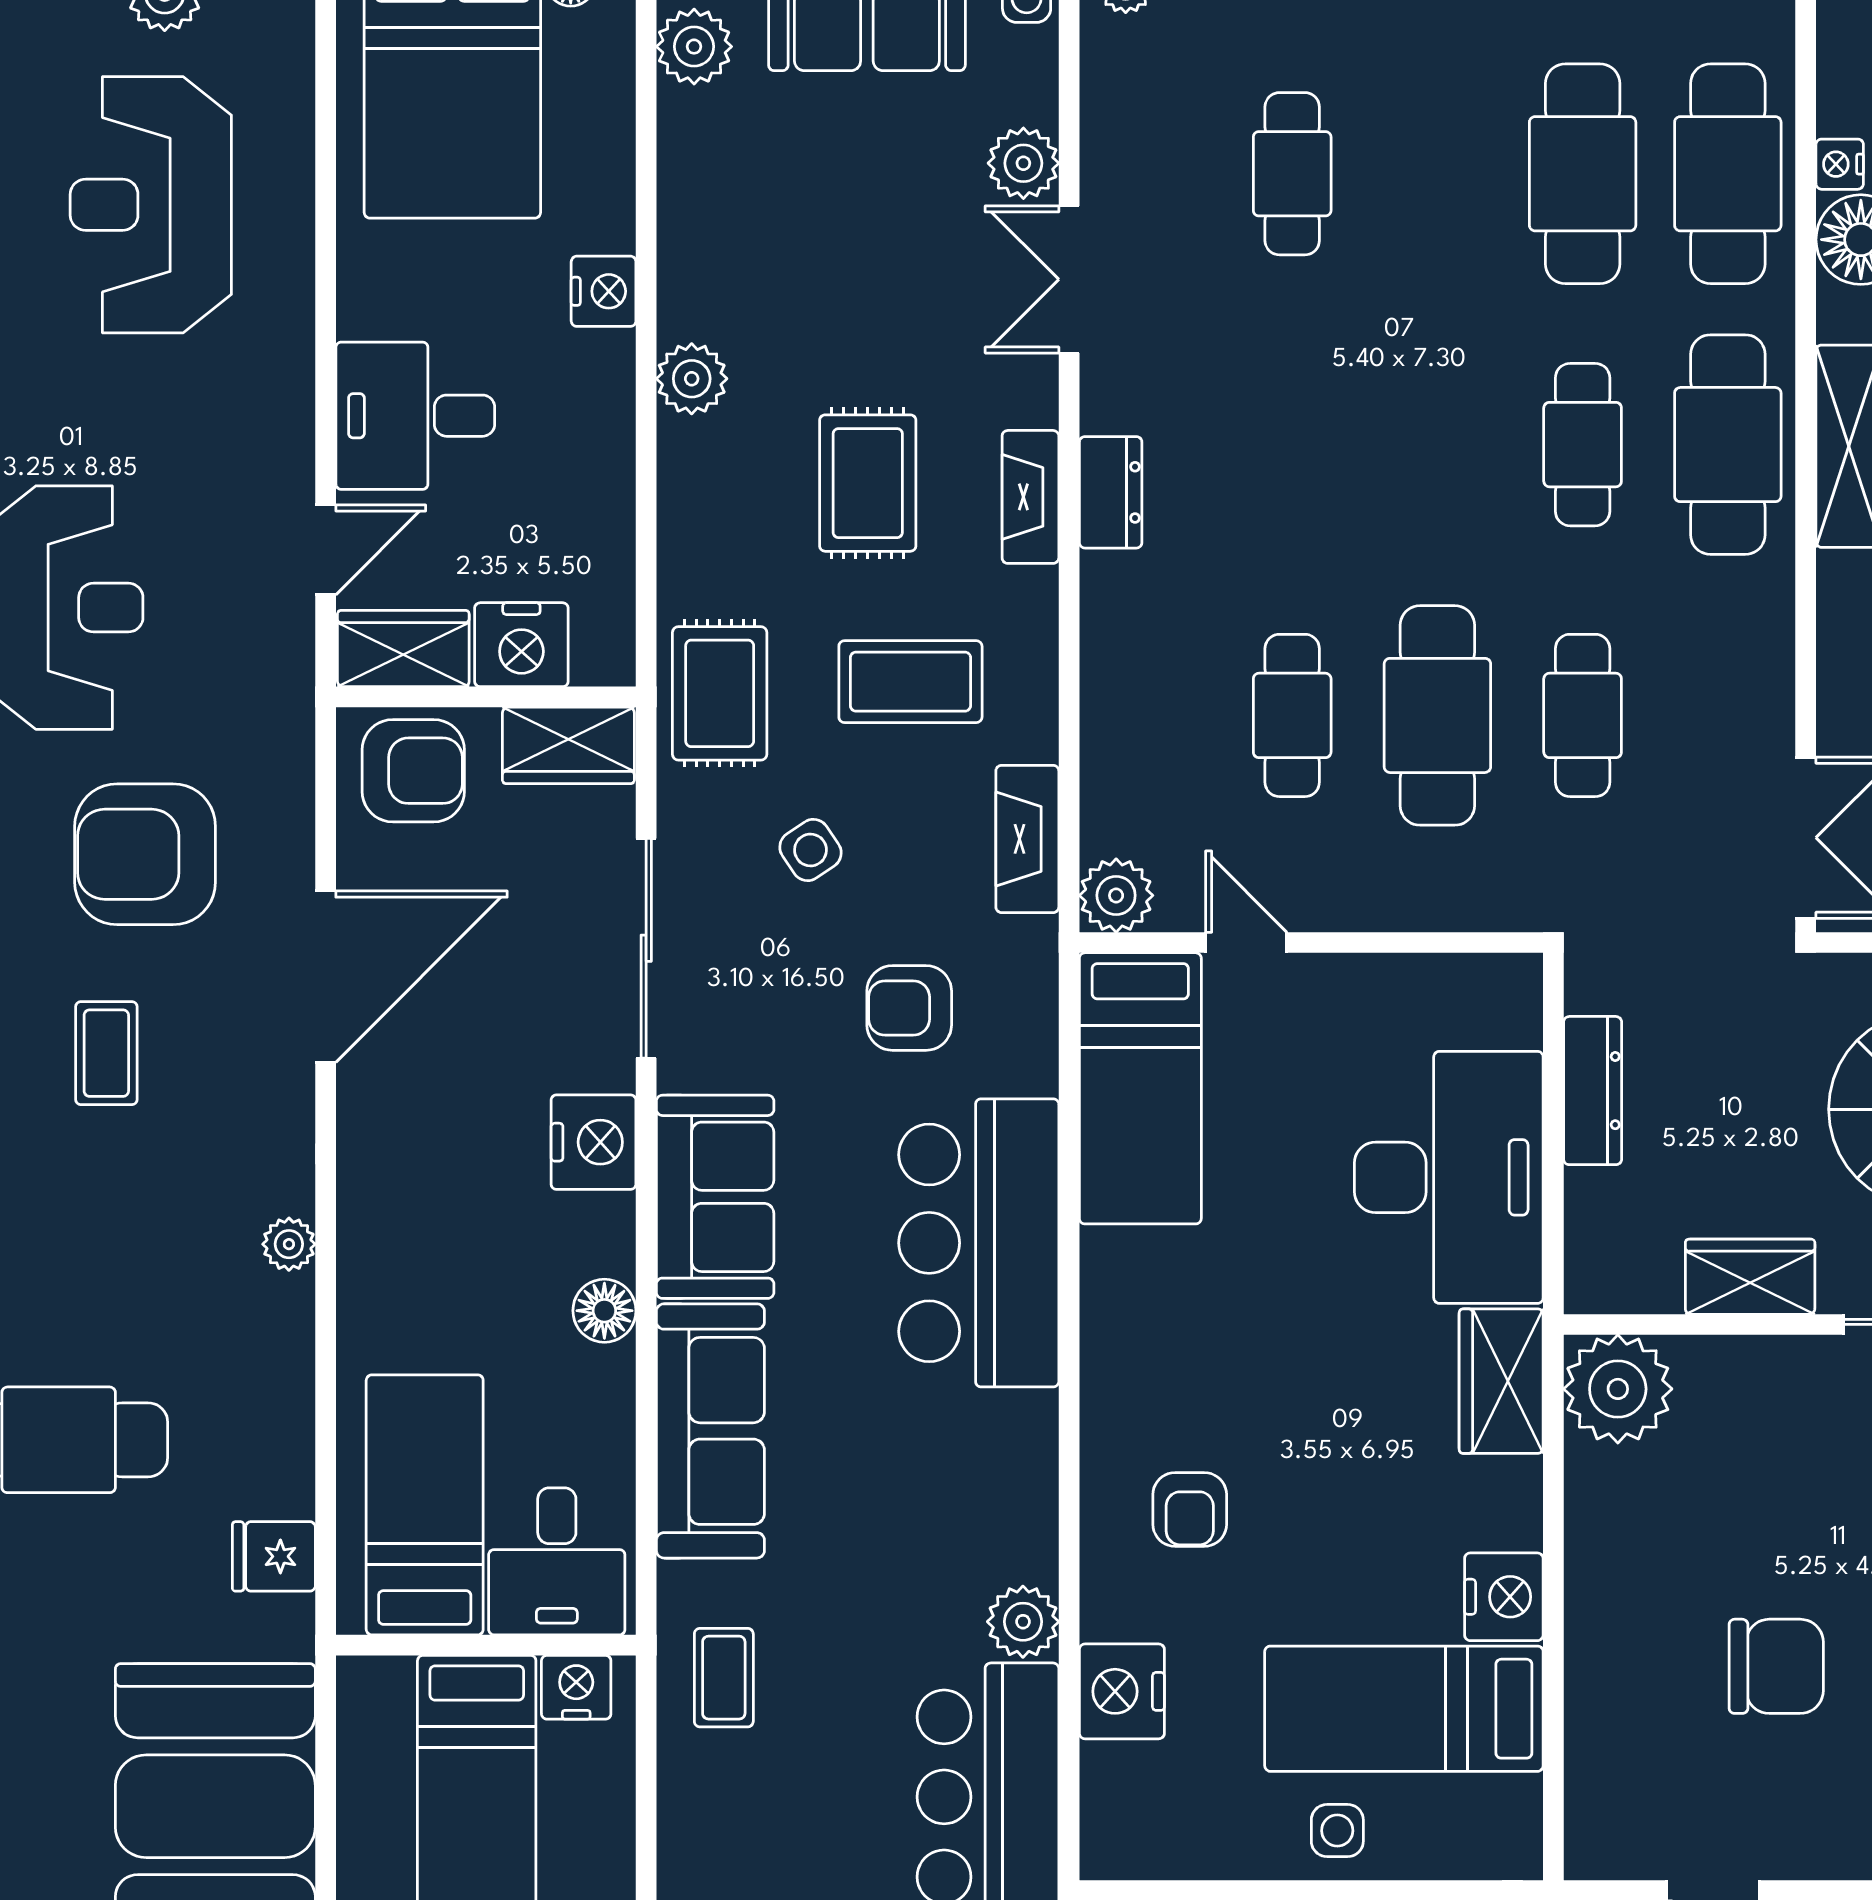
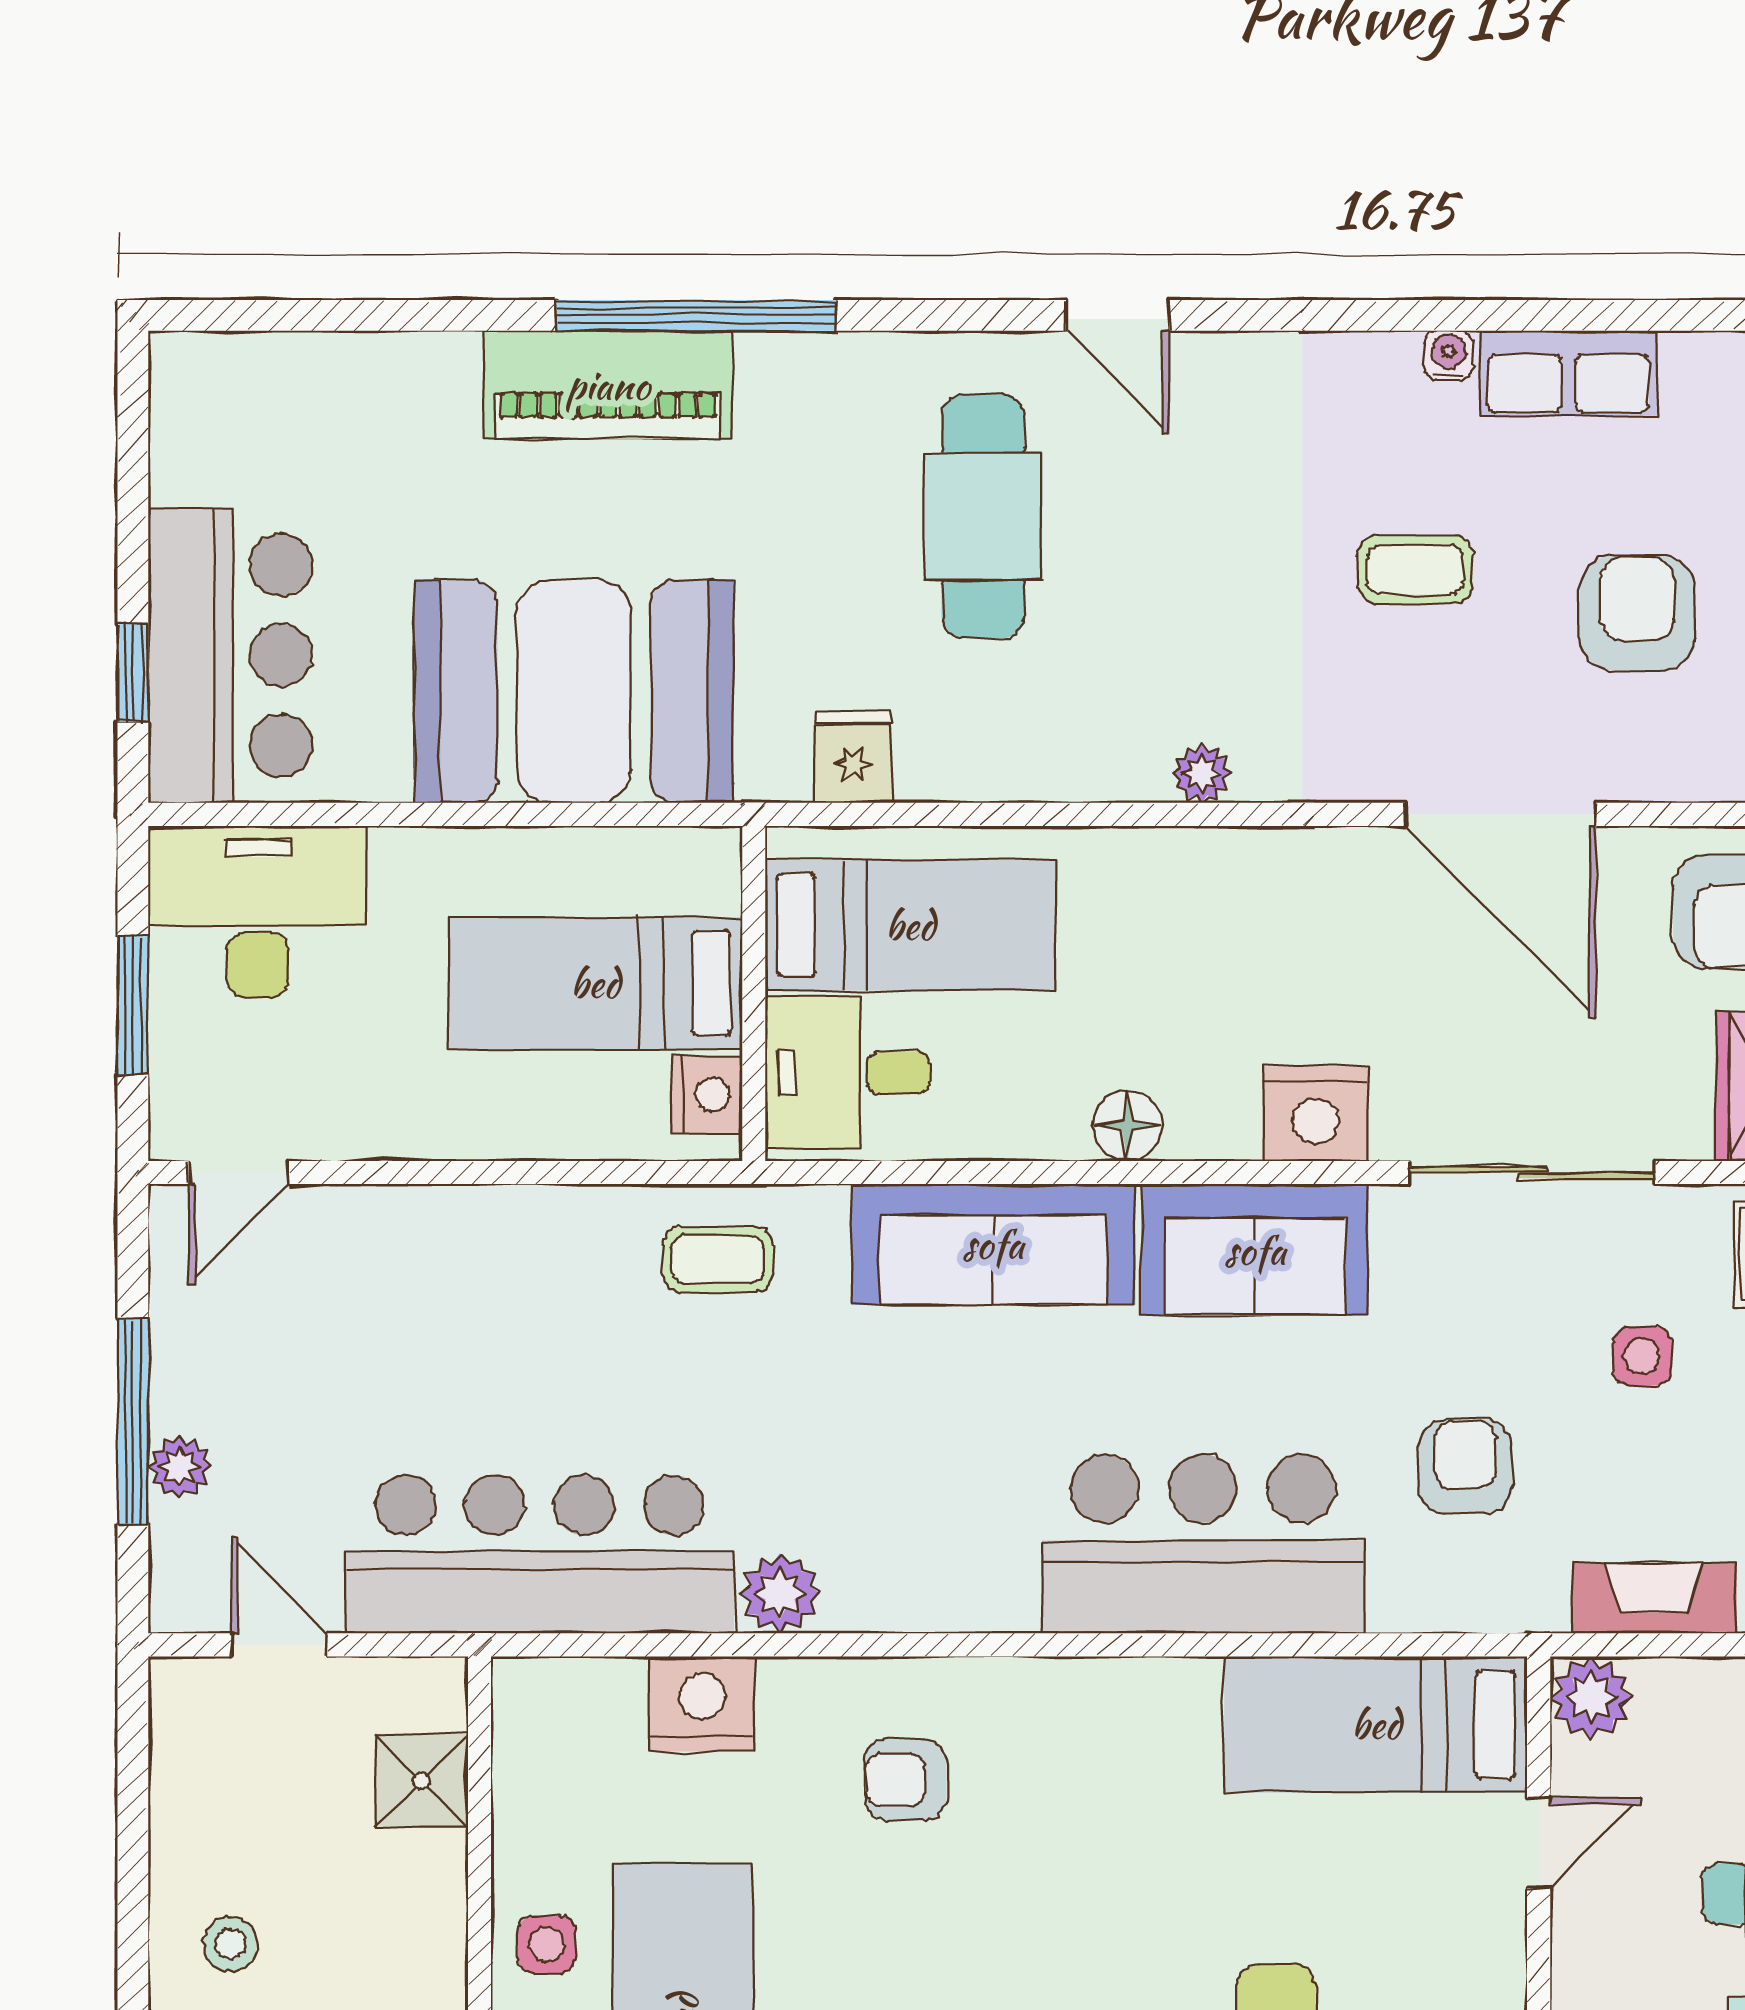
side table: (810, 850) -> (1642, 1356), turned 34
armchair: (145, 854) -> (1637, 613), width x0.73, depth x0.73

